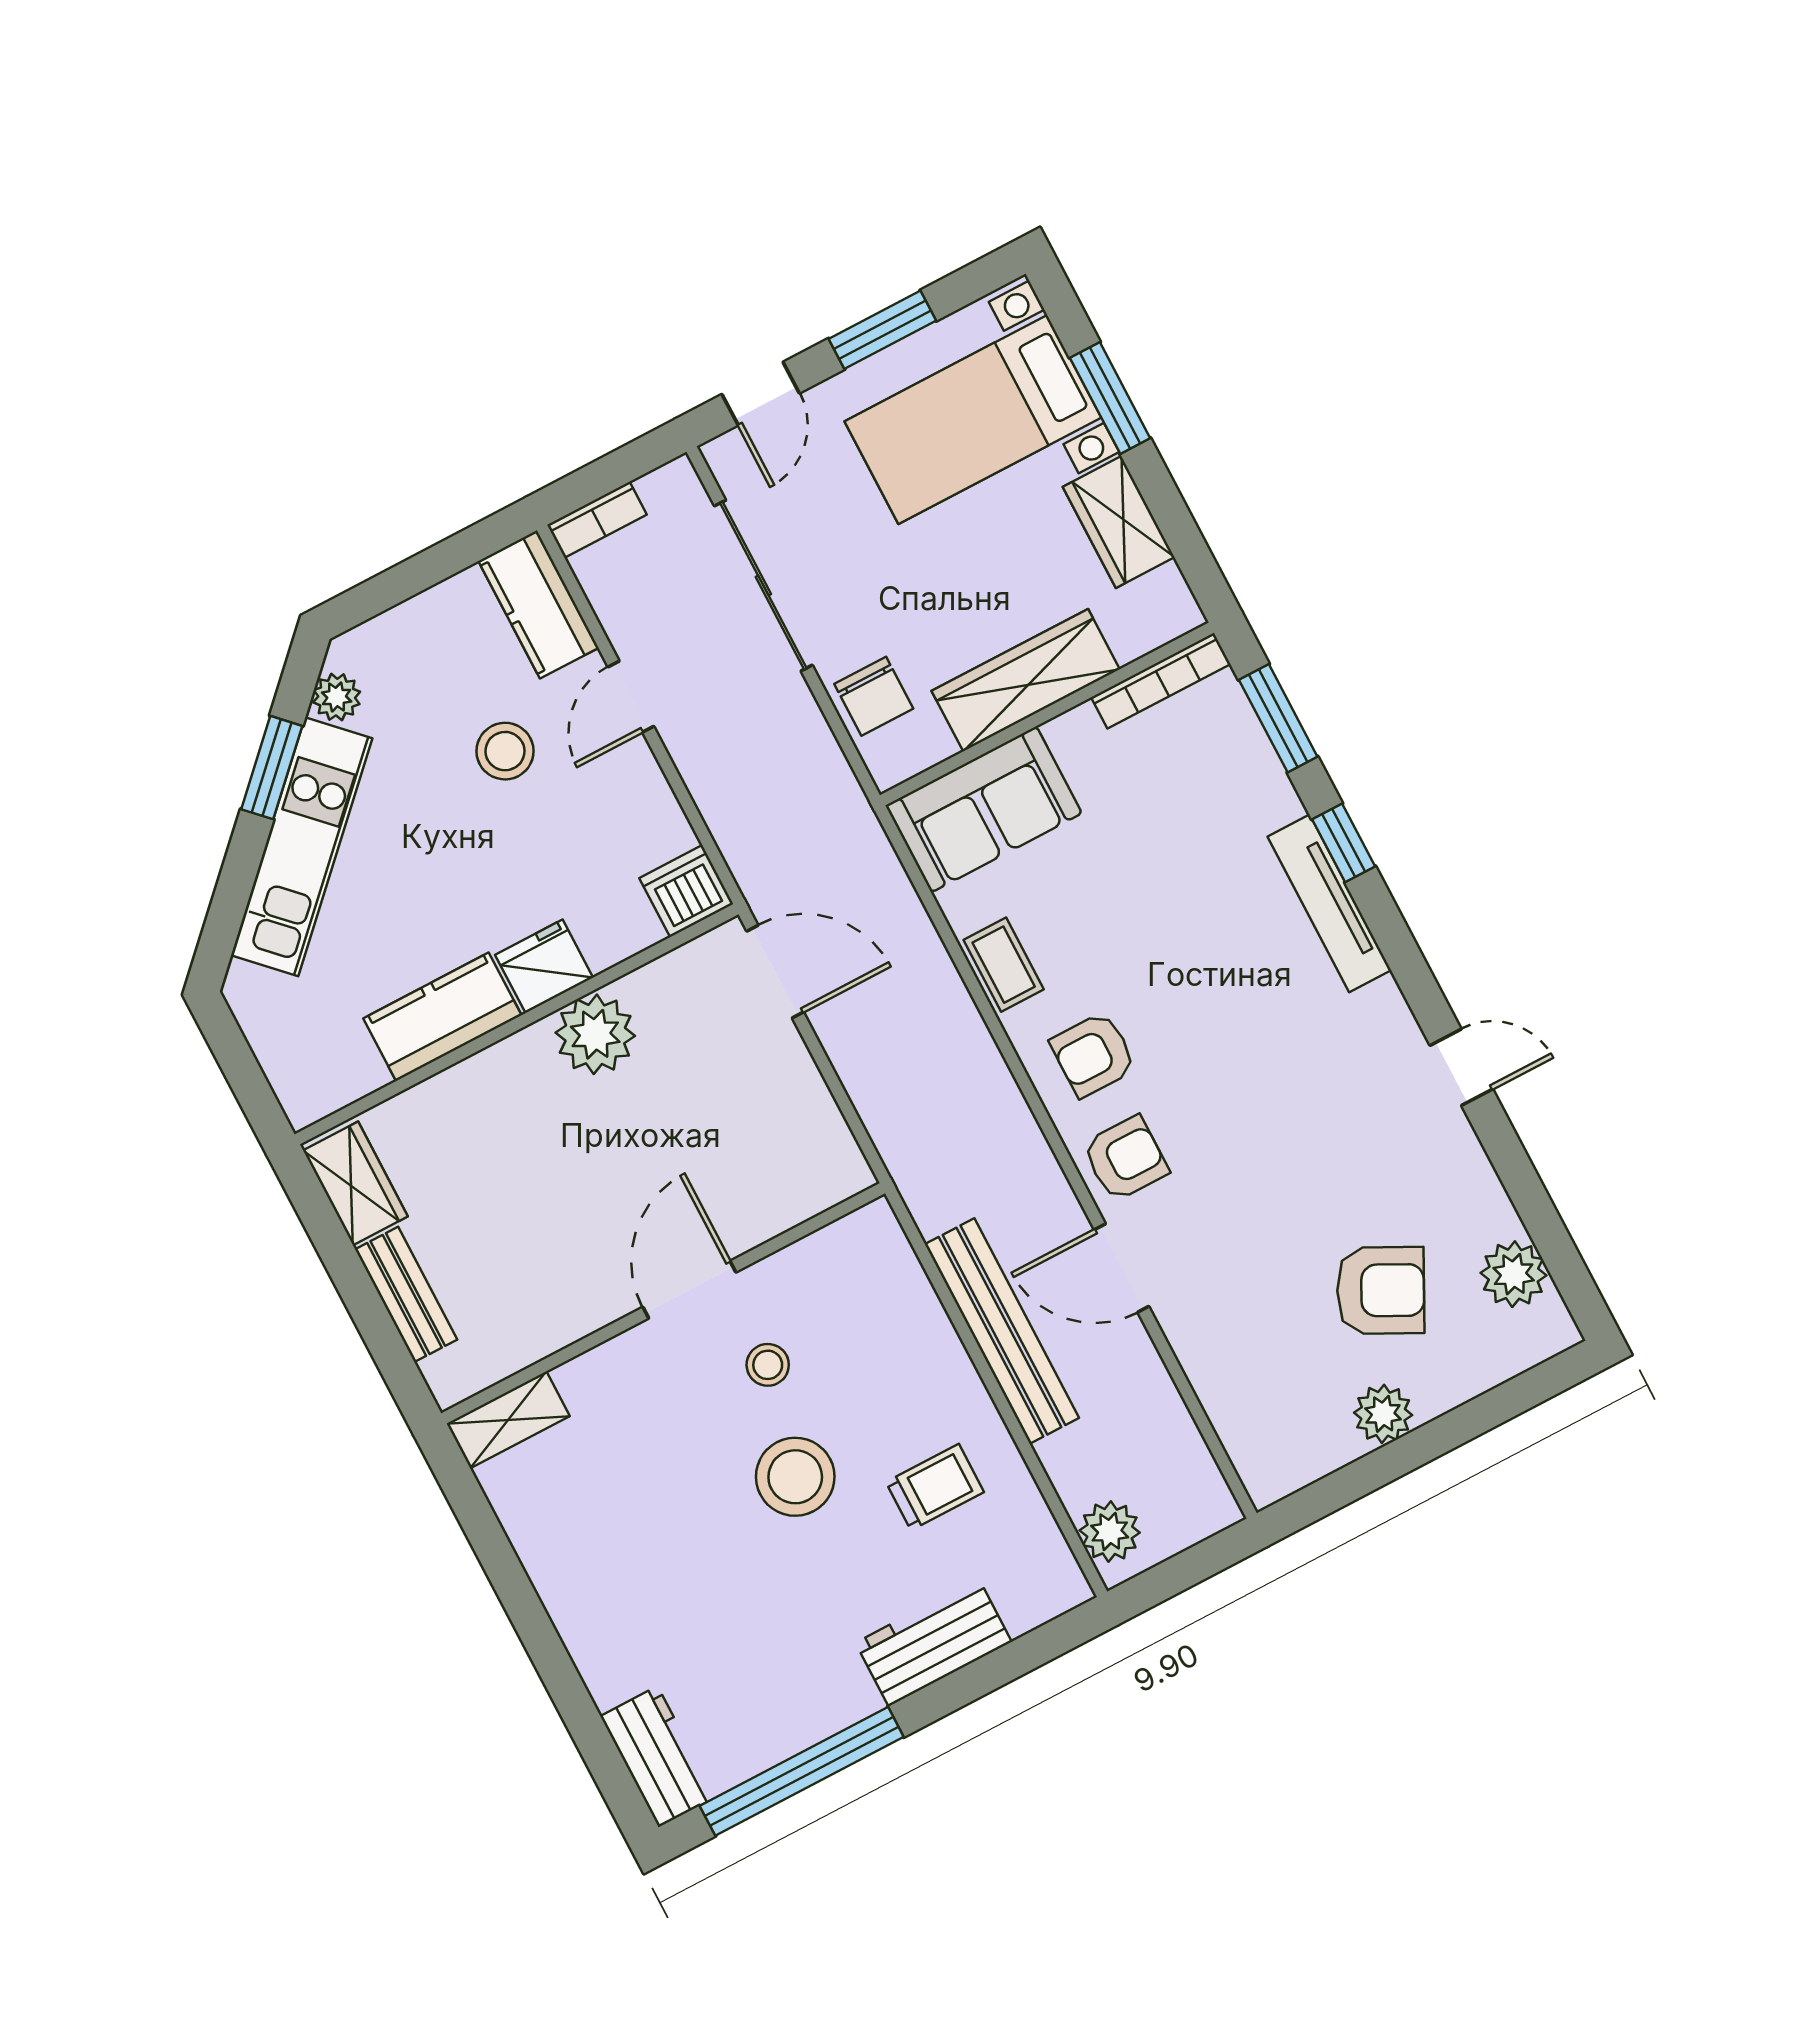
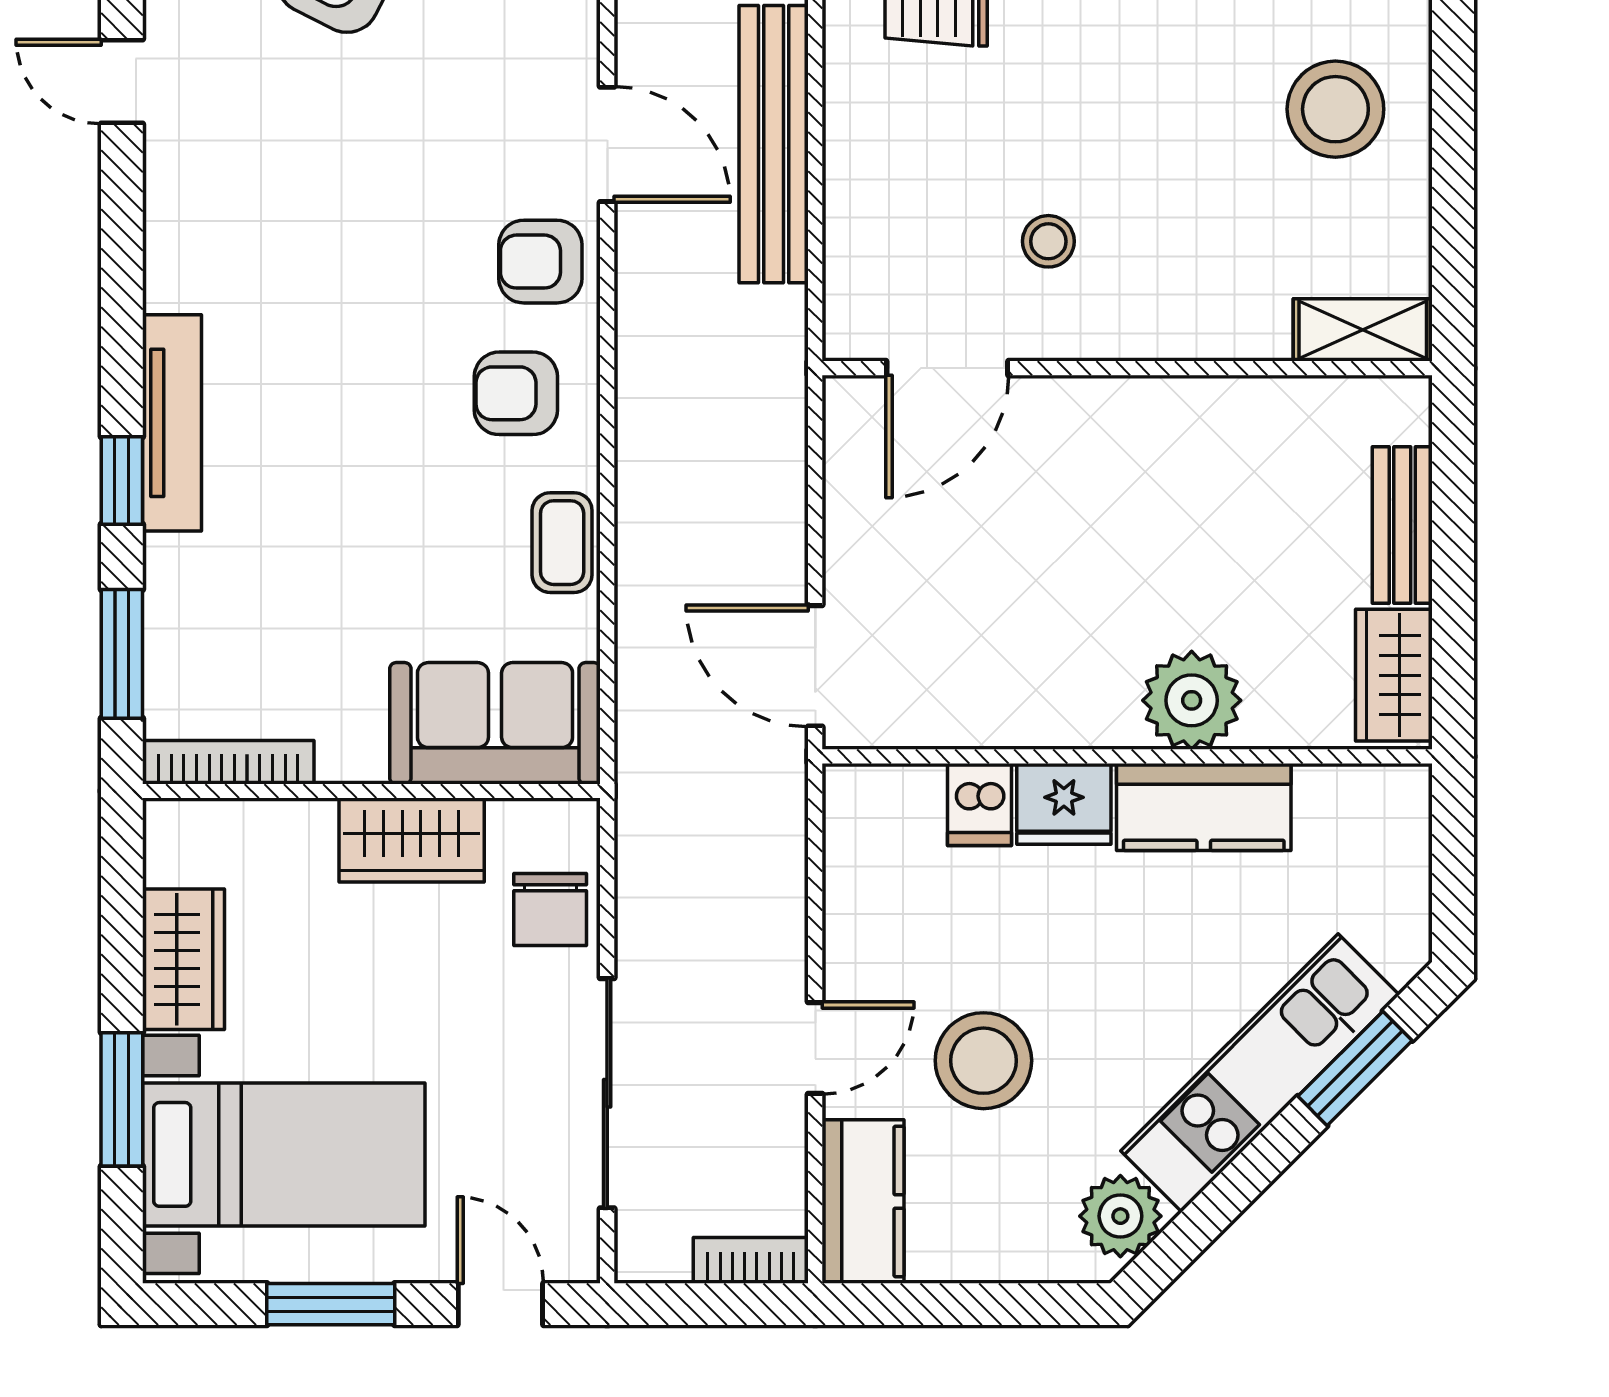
door: (761, 394) -> (500, 1304), hinge flipped
wardrobe: (1026, 680) -> (412, 840), width x0.67
chair: (874, 696) -> (550, 910), turned 180
plant: (337, 697) -> (1120, 1216), width x1.38, depth x1.38
stool: (505, 751) -> (983, 1061), width x1.38, depth x1.38
window: (272, 768) -> (1355, 1068), moved
dishwasher: (686, 891) -> (980, 804), moved, width x0.73
plant: (595, 1034) -> (1192, 700), moved
armchair: (1093, 1055) -> (516, 393), turned 180
door: (1461, 1067) -> (122, 82), moved
door: (689, 1290) -> (947, 368), moved
stool: (795, 1477) -> (1335, 109), moved

